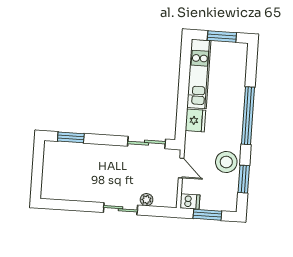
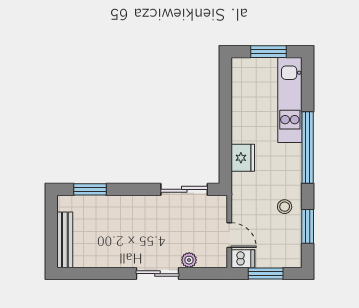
kitchen unit: (199, 74) -> (290, 100), moved, turned 180
stool: (226, 162) -> (285, 207), width x0.53, depth x0.53
door: (181, 168) -> (229, 235), moved
bench: (48, 177) -> (65, 240), added

